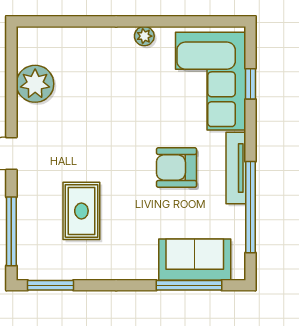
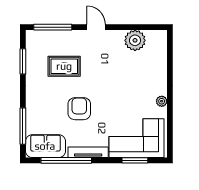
window: (251, 84) -> (135, 160), width x1.50
armchair: (176, 167) -> (79, 109), moved
sofa: (195, 260) -> (45, 146), moved, turned -90
window: (51, 285) -> (23, 61), moved

